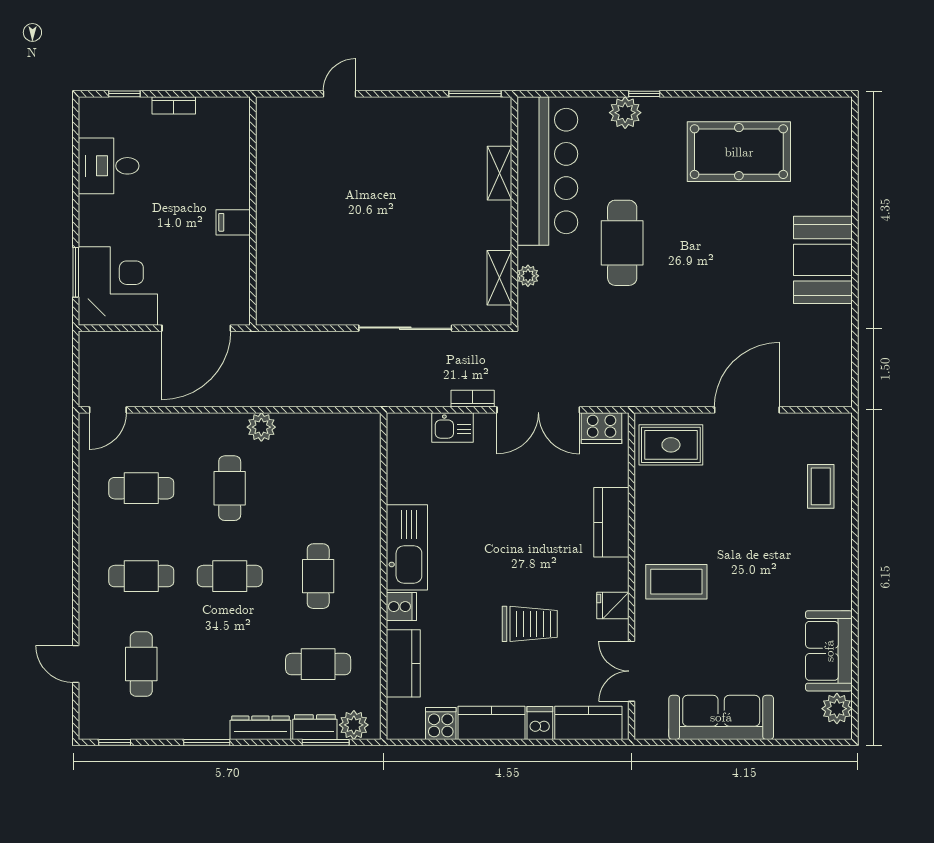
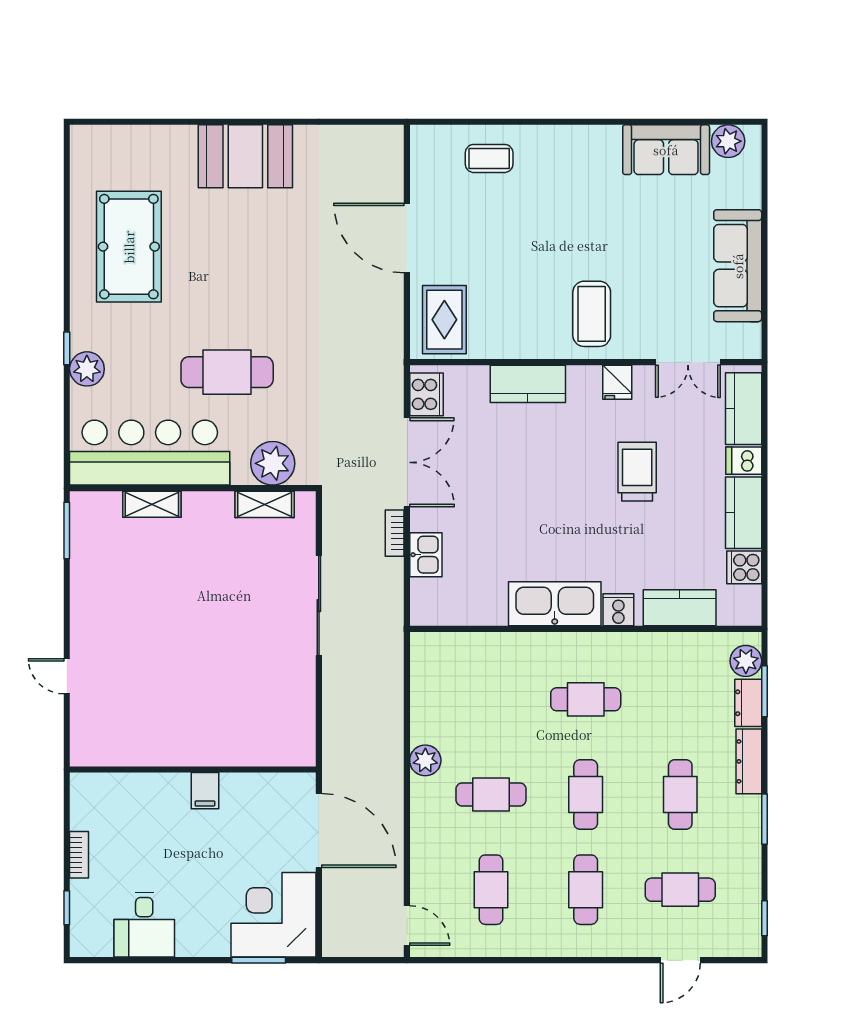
plant: (528, 276) -> (273, 463), width x1.88, depth x1.88
cafe table: (318, 664) -> (680, 794), moved

